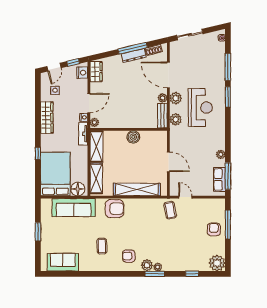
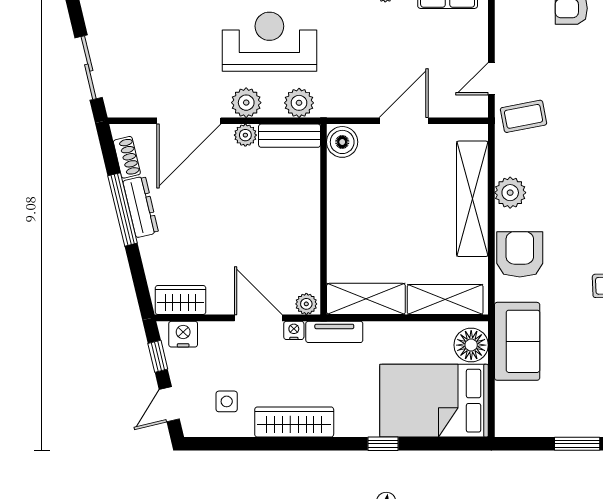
door: (54, 67) -> (169, 404), swing flipped
boiler: (133, 137) -> (342, 142), moved
plant: (139, 205) -> (510, 193), added
sofa: (74, 208) -> (517, 341), width x0.73

